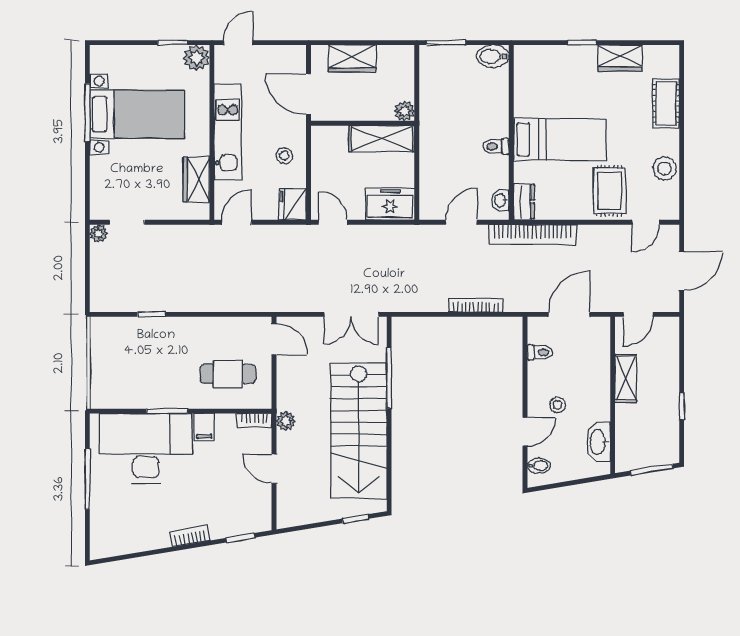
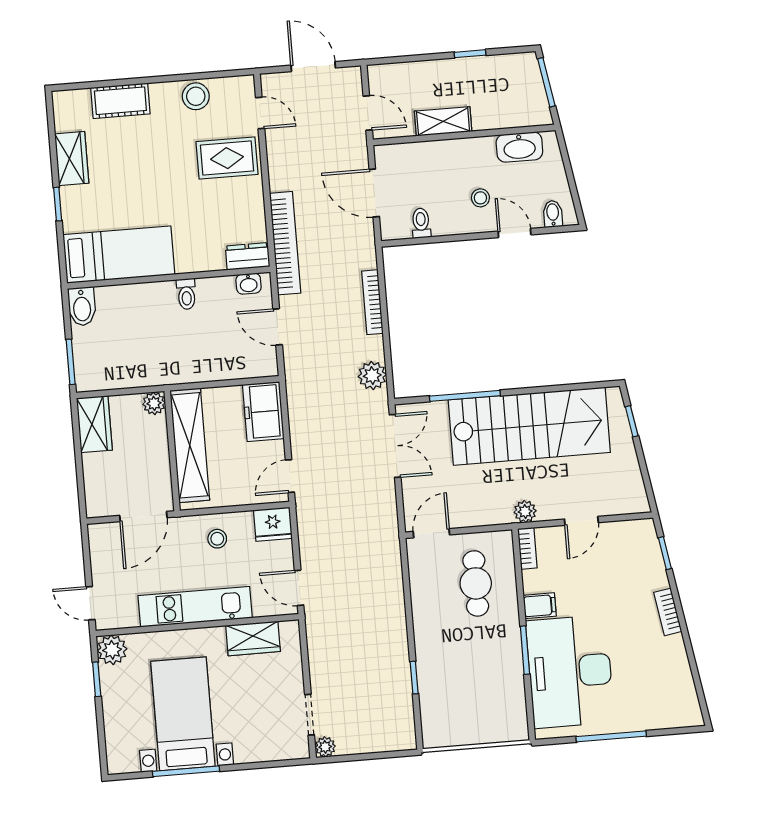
wardrobe: (352, 59) -> (94, 424), moved
shelving: (382, 139) -> (190, 445), width x1.47
bed: (560, 139) -> (119, 255), moved, turned 90
plant: (413, 300) -> (372, 376), added

